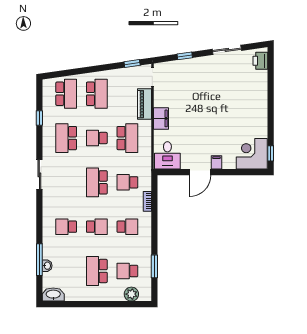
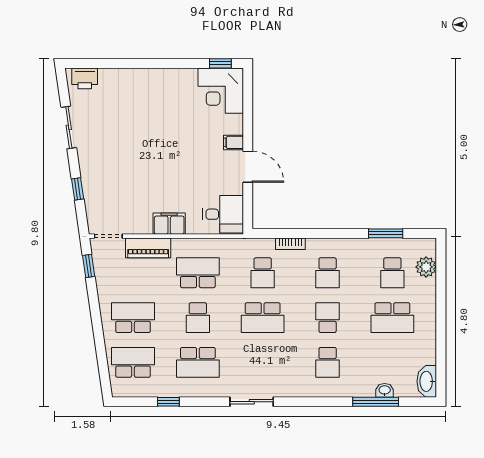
school desk: (127, 227) -> (328, 273), turned 180

